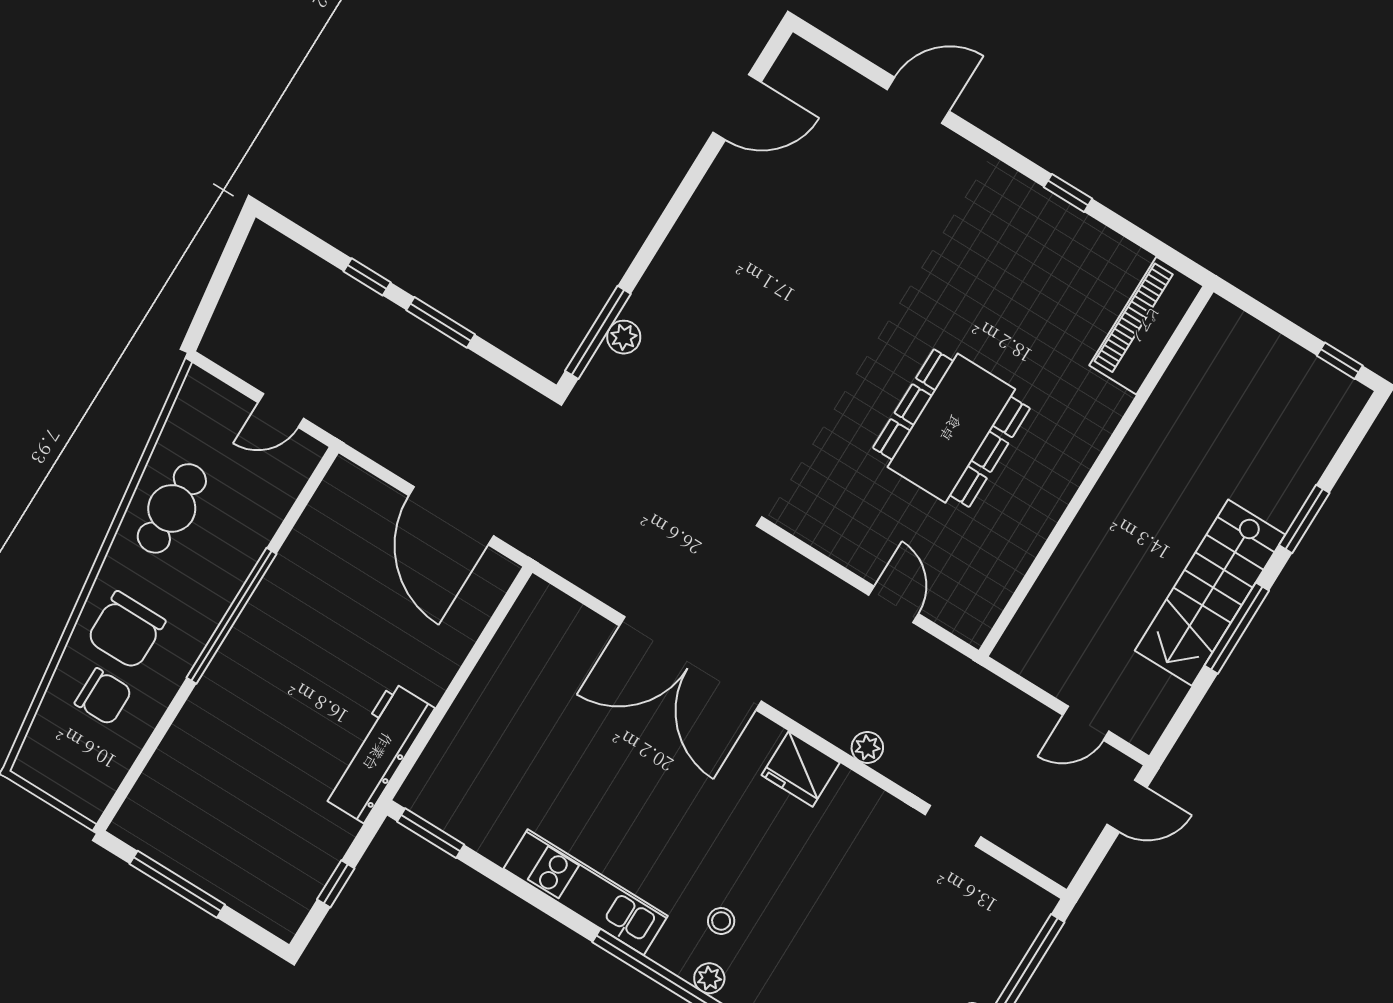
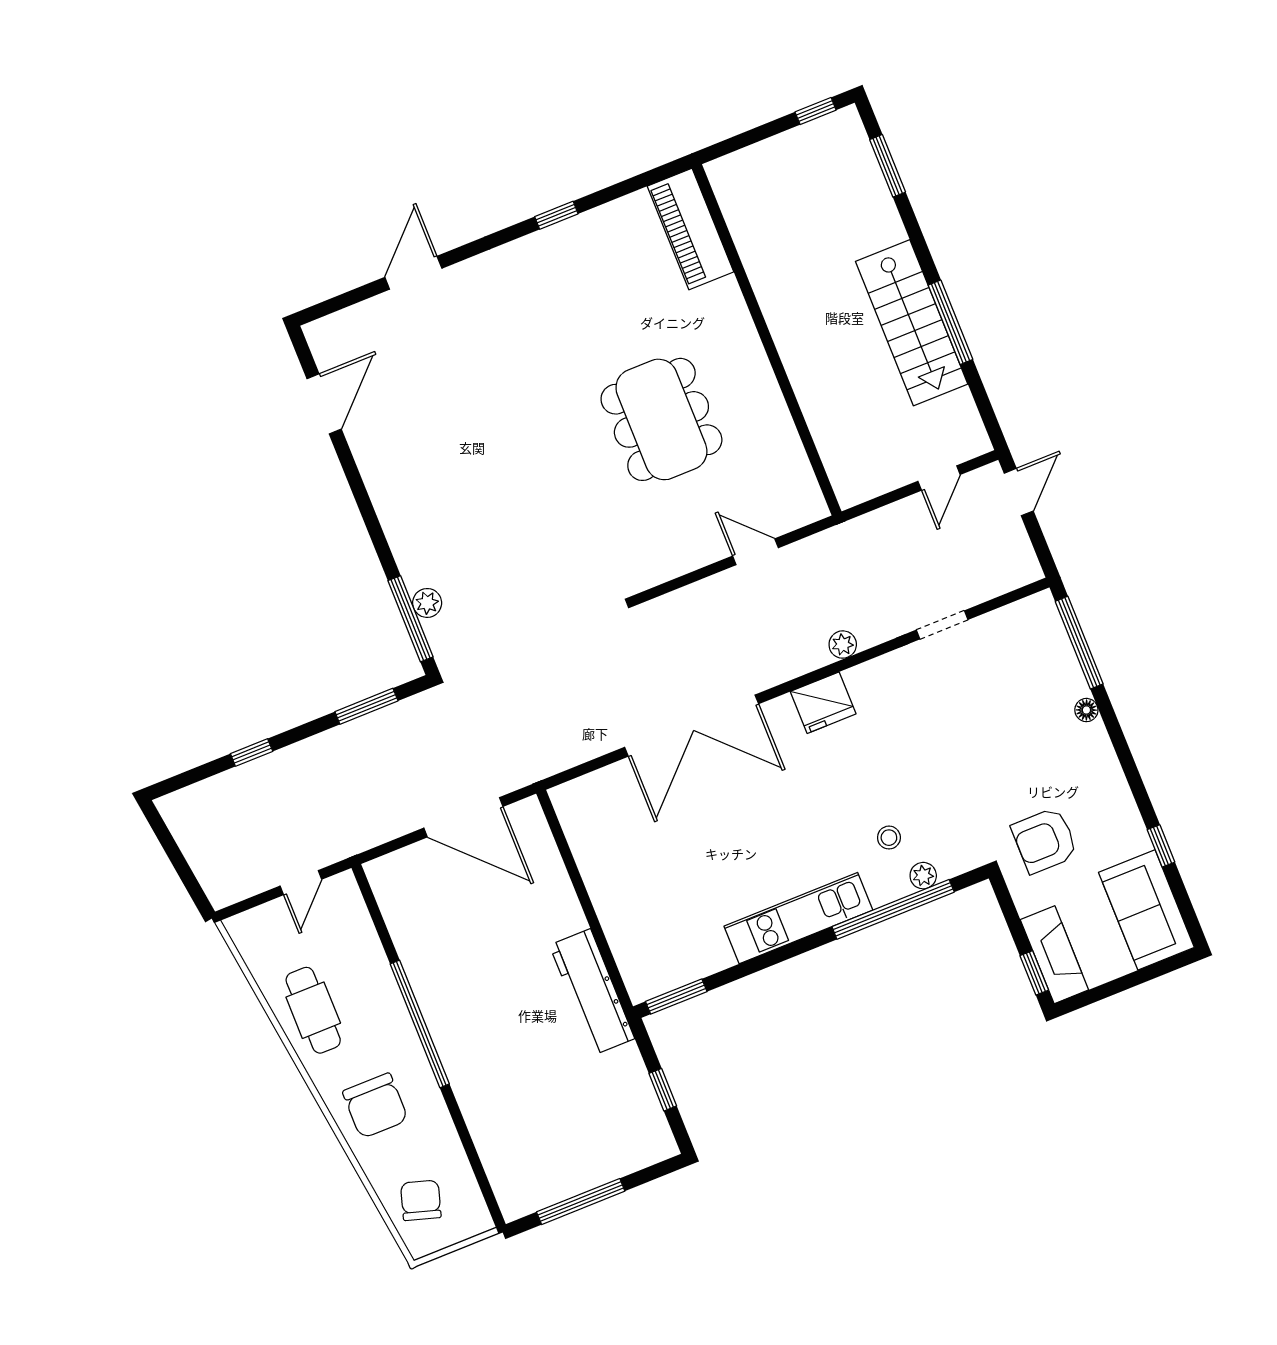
window: (441, 322) -> (366, 706), moved
window: (1304, 519) -> (888, 166), moved
chair: (103, 697) -> (421, 1200), moved, turned -73

